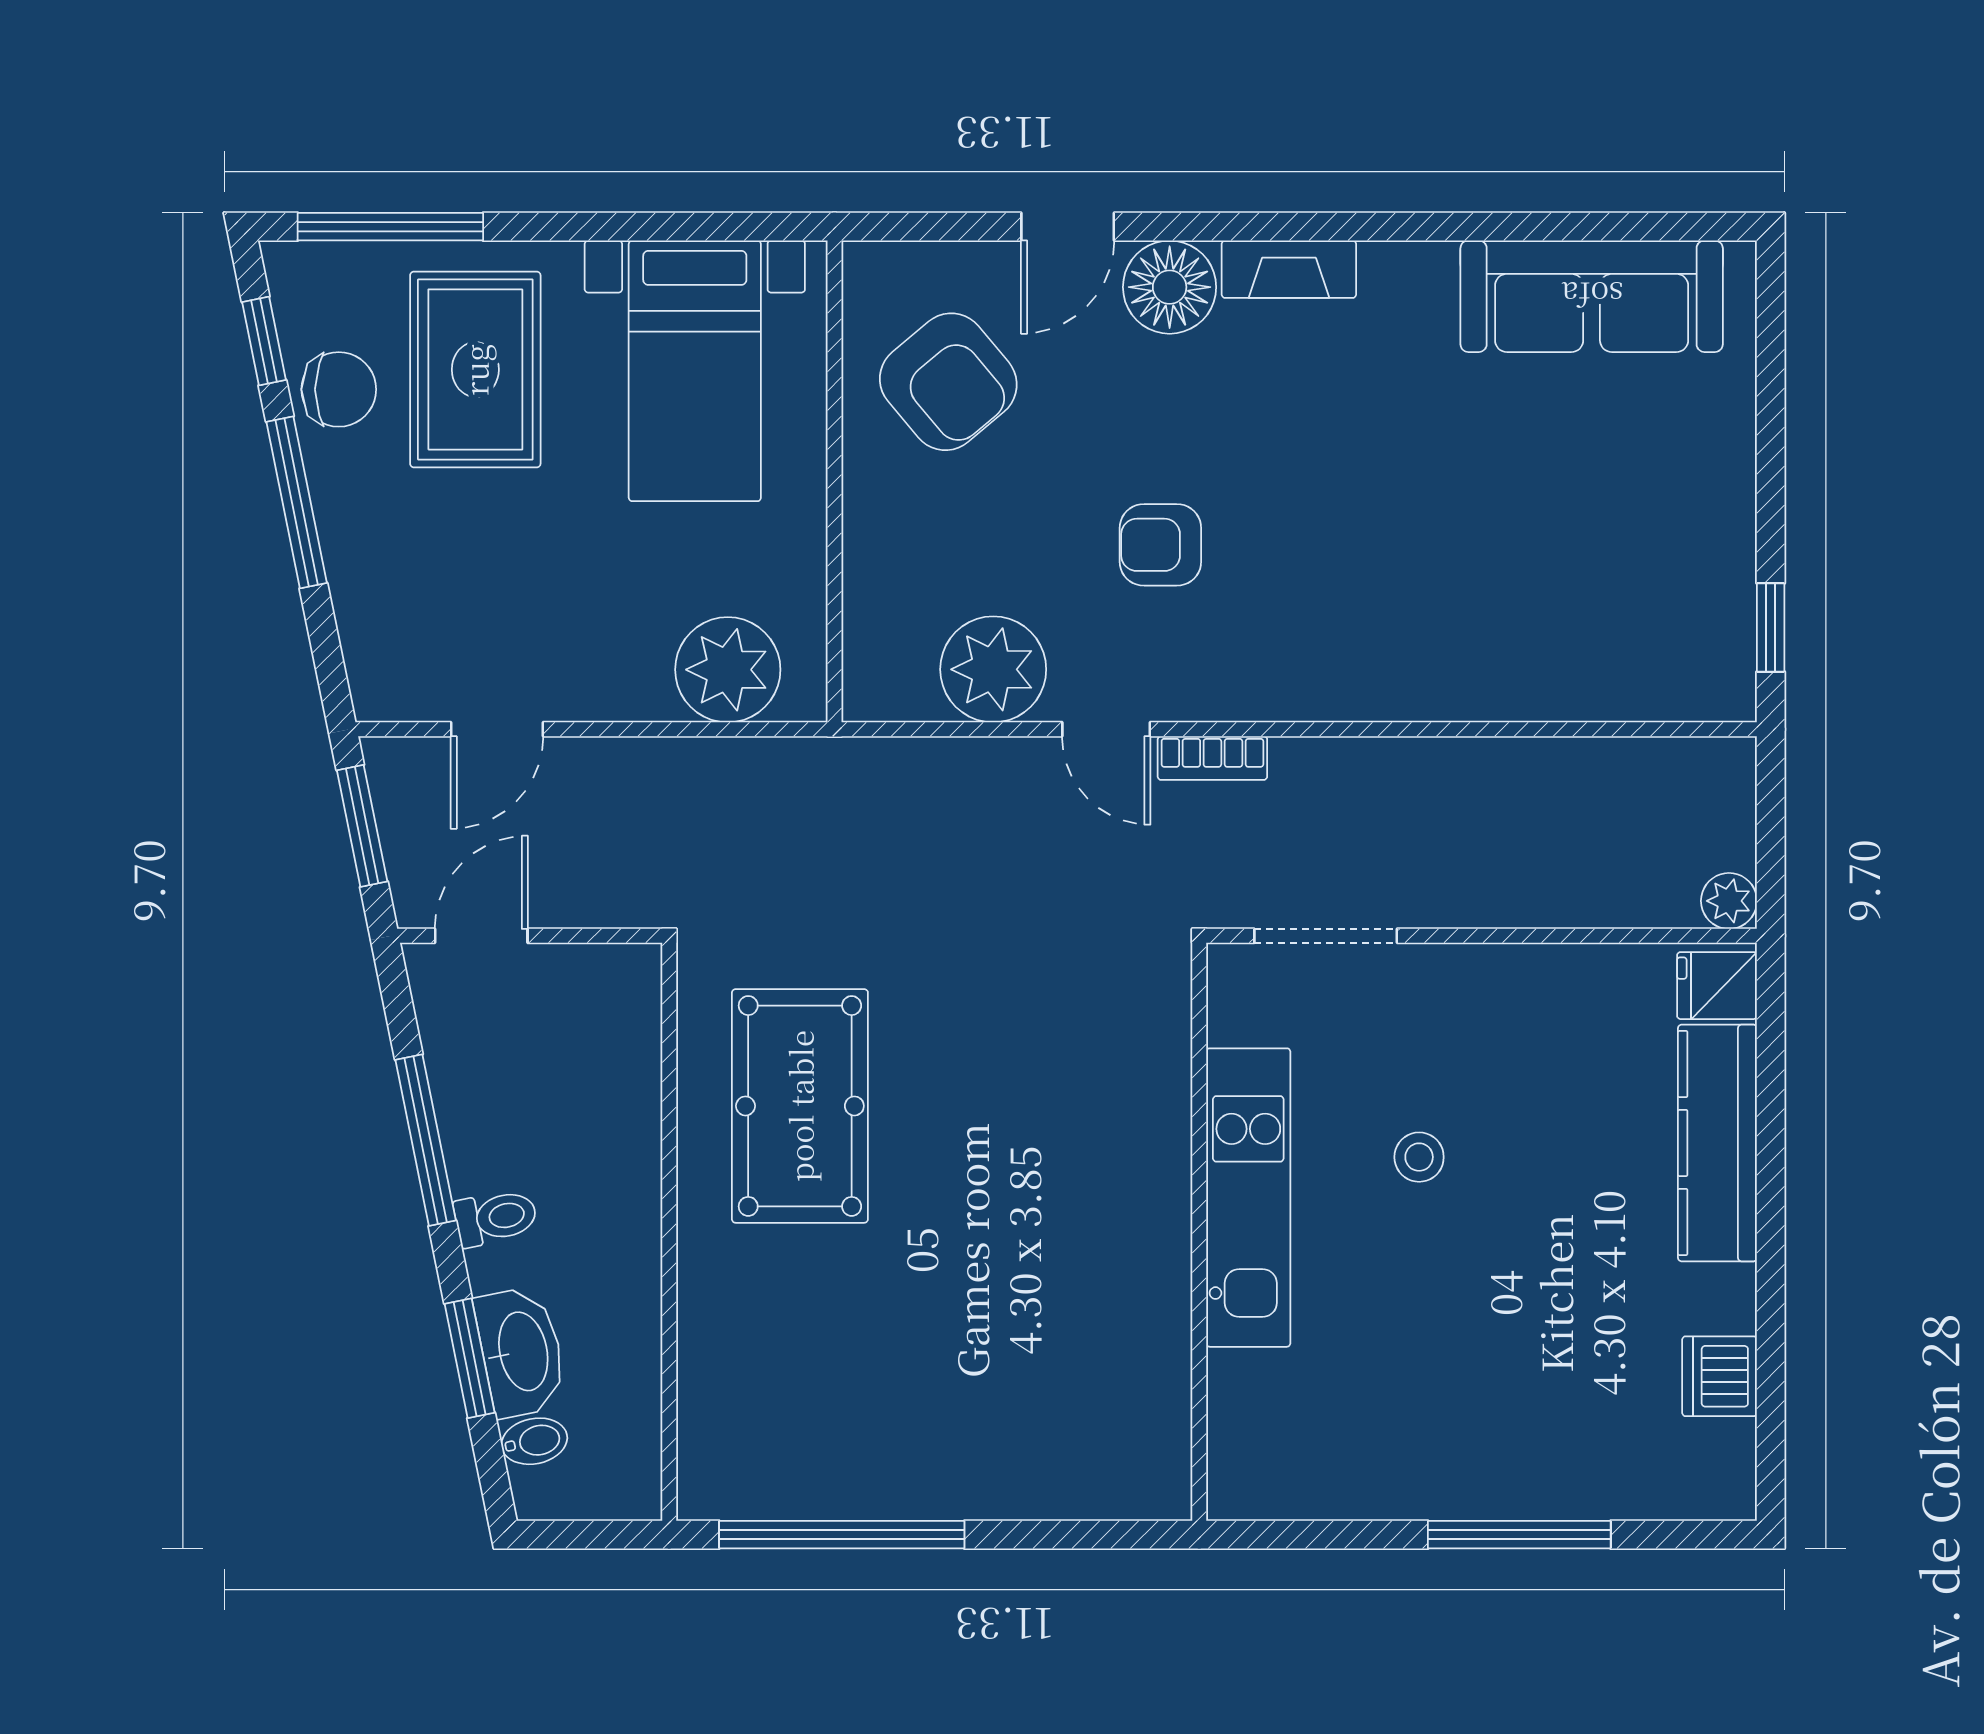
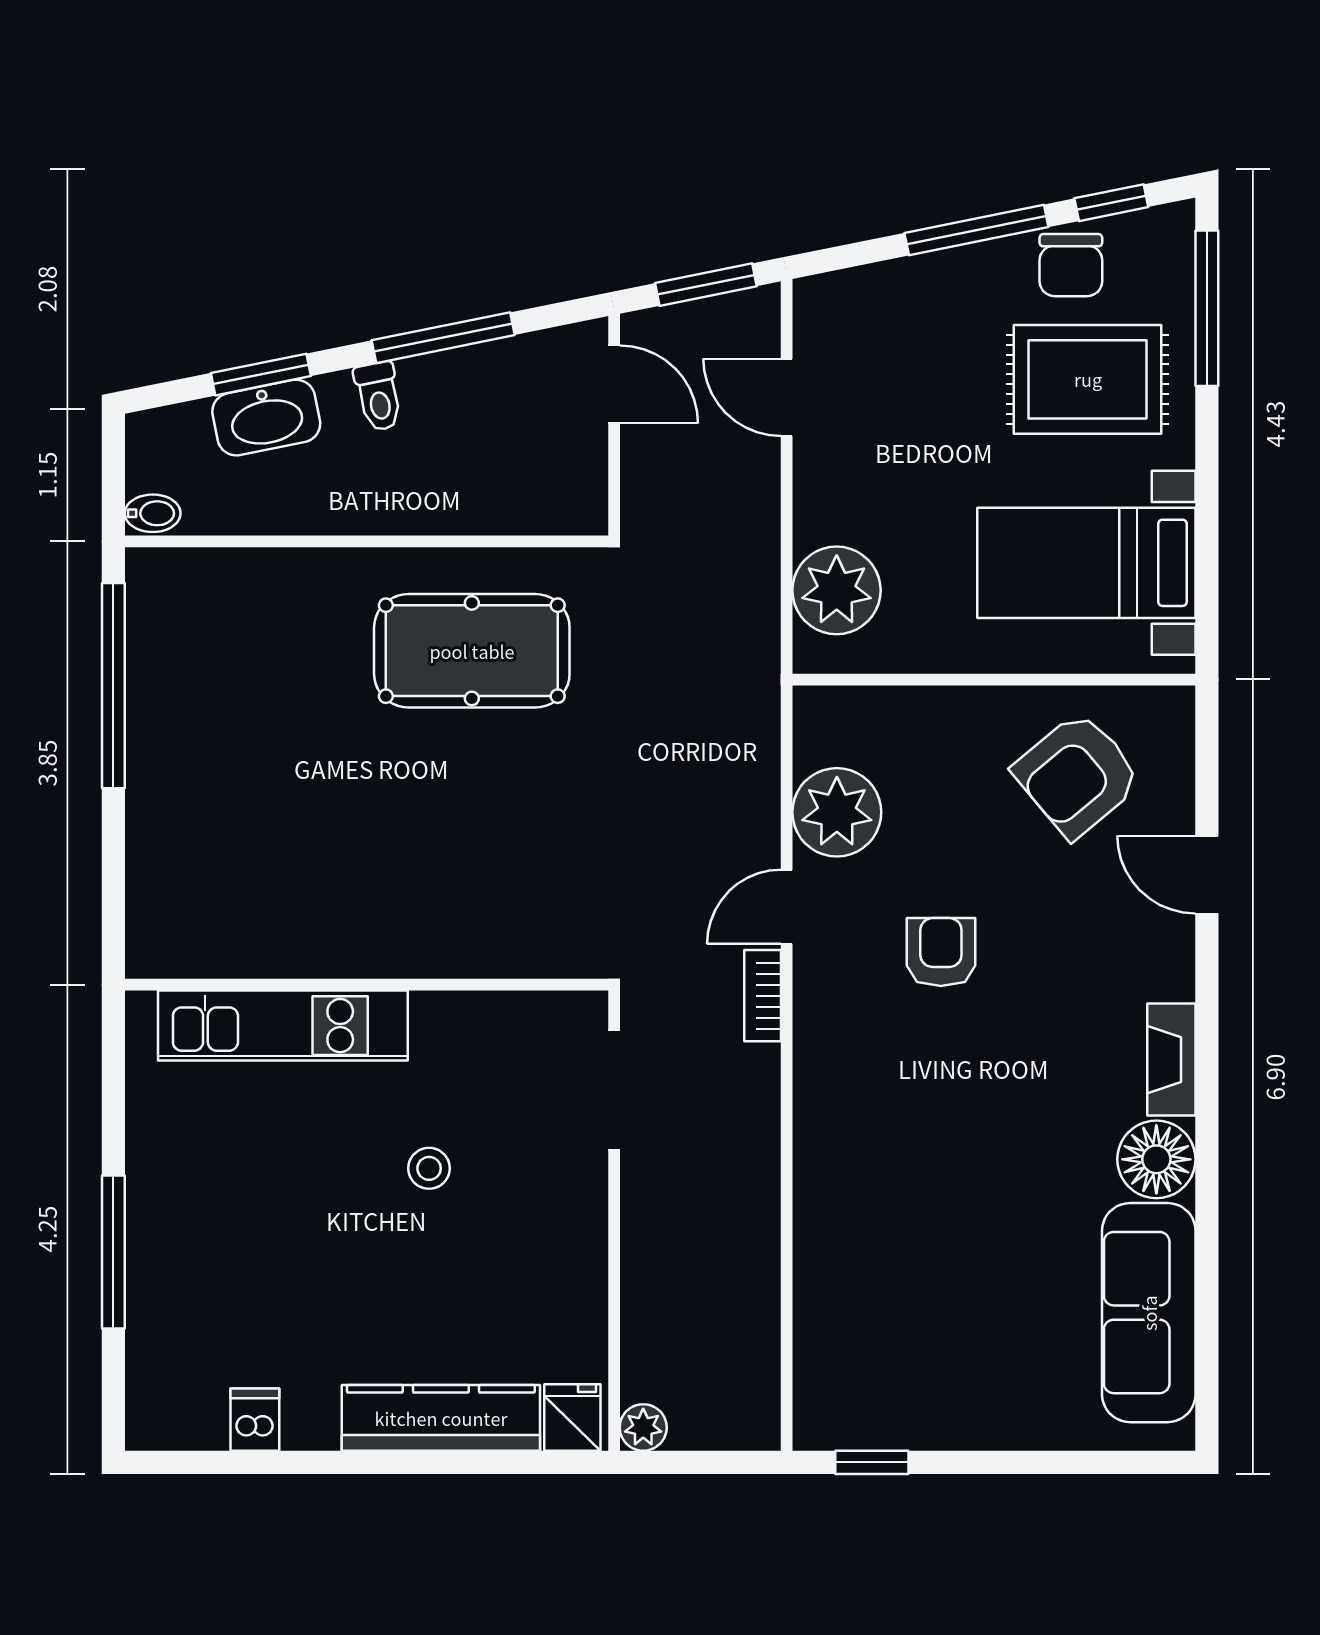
floor lamp: (1170, 287) -> (1156, 1159), moved
kitchen unit: (1248, 1198) -> (283, 1026), moved
dishwasher: (1720, 1376) -> (255, 1420), width x0.73
bidet: (534, 1441) -> (153, 513), moved, turned -79

